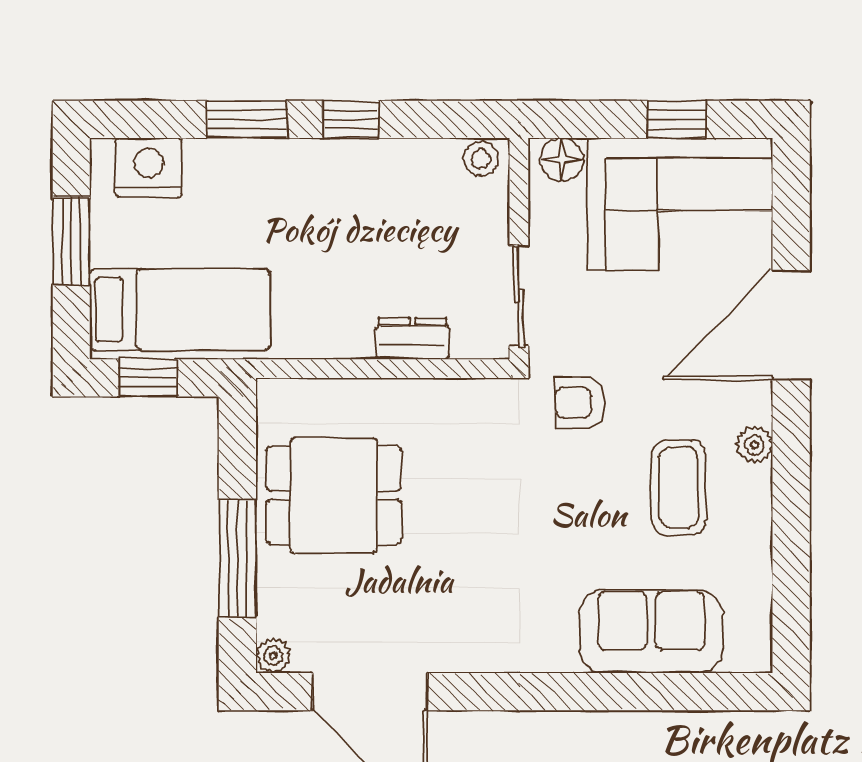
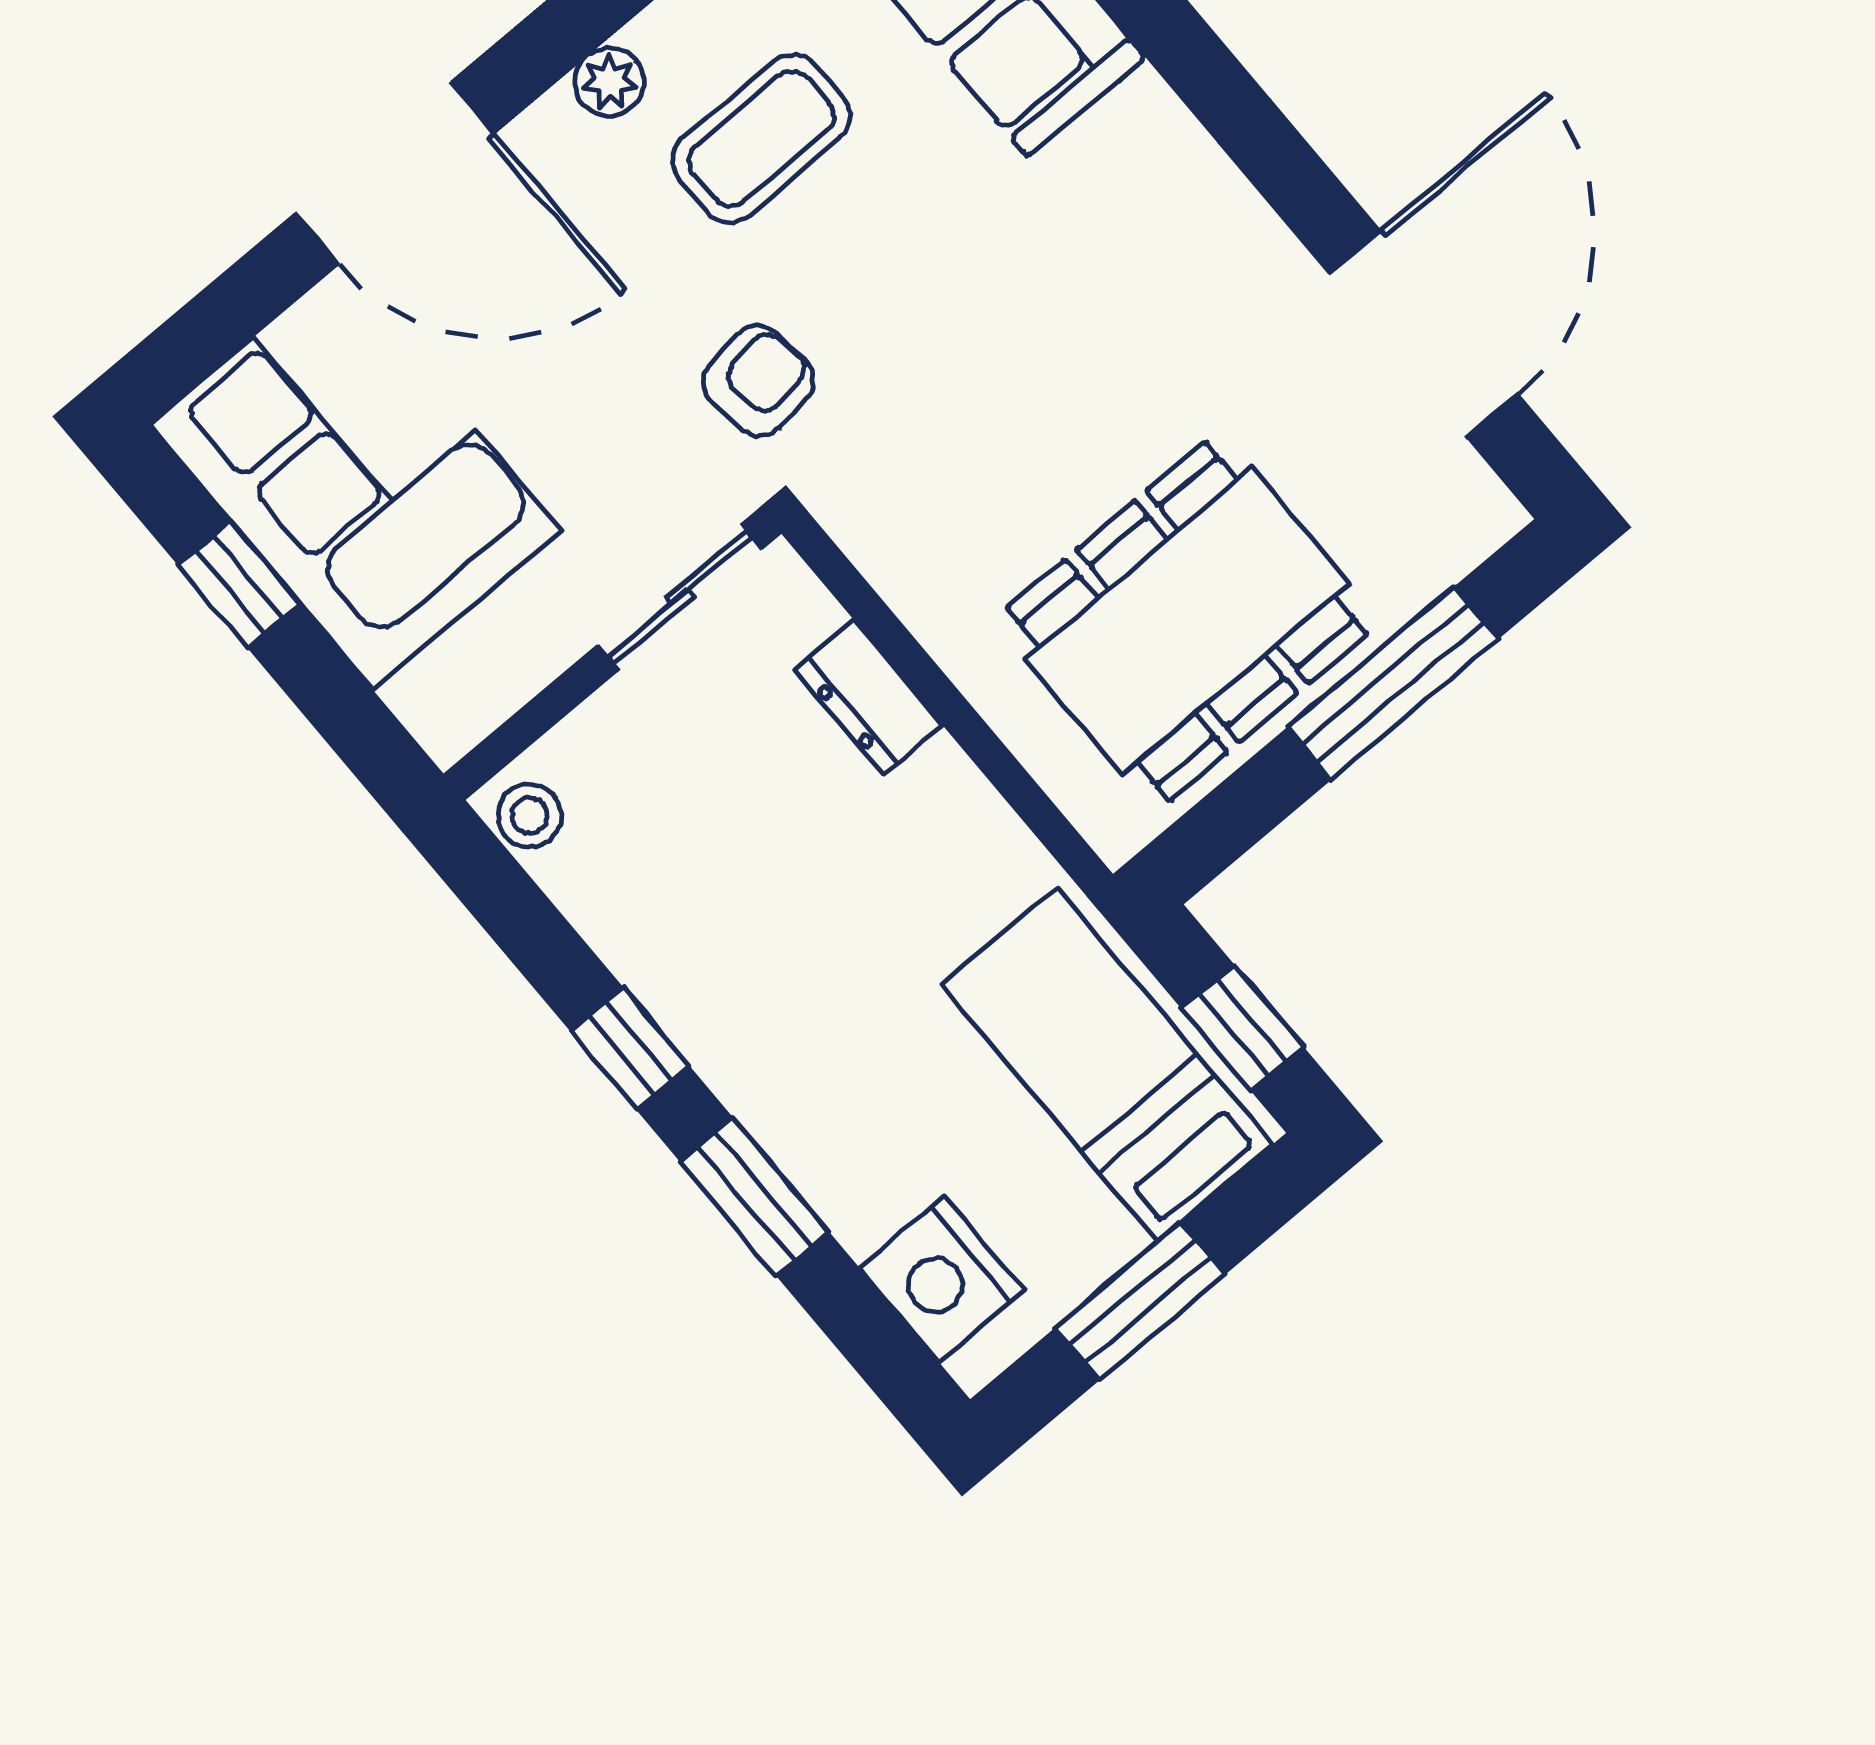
floor lamp: (562, 160) -> (434, 699), removed
armchair: (580, 403) -> (758, 381), turned -97
dining table: (334, 495) -> (1187, 621), width x1.38
plant: (273, 656) -> (1488, 515), removed

